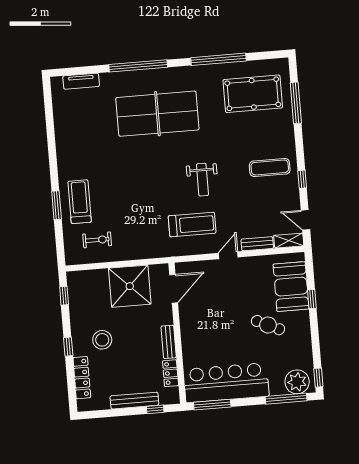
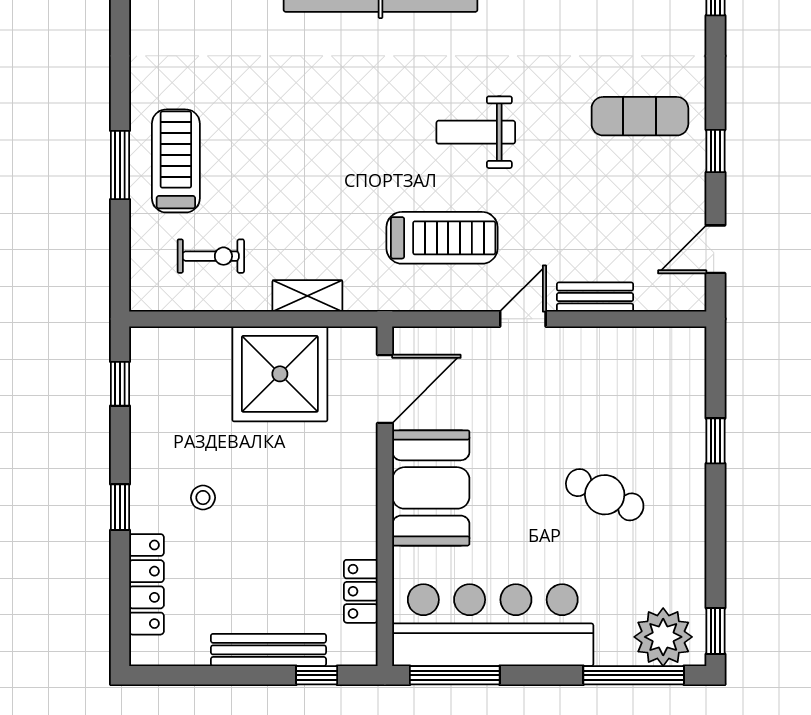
weight bench: (202, 180) -> (476, 132), turned 90
door: (305, 220) -> (715, 249), hinge flipped
shelving: (289, 241) -> (307, 296), moved
booth: (291, 287) -> (431, 488), moved
stool: (102, 340) -> (203, 498), width x0.53, depth x0.53
bench: (169, 342) -> (362, 515), removed

